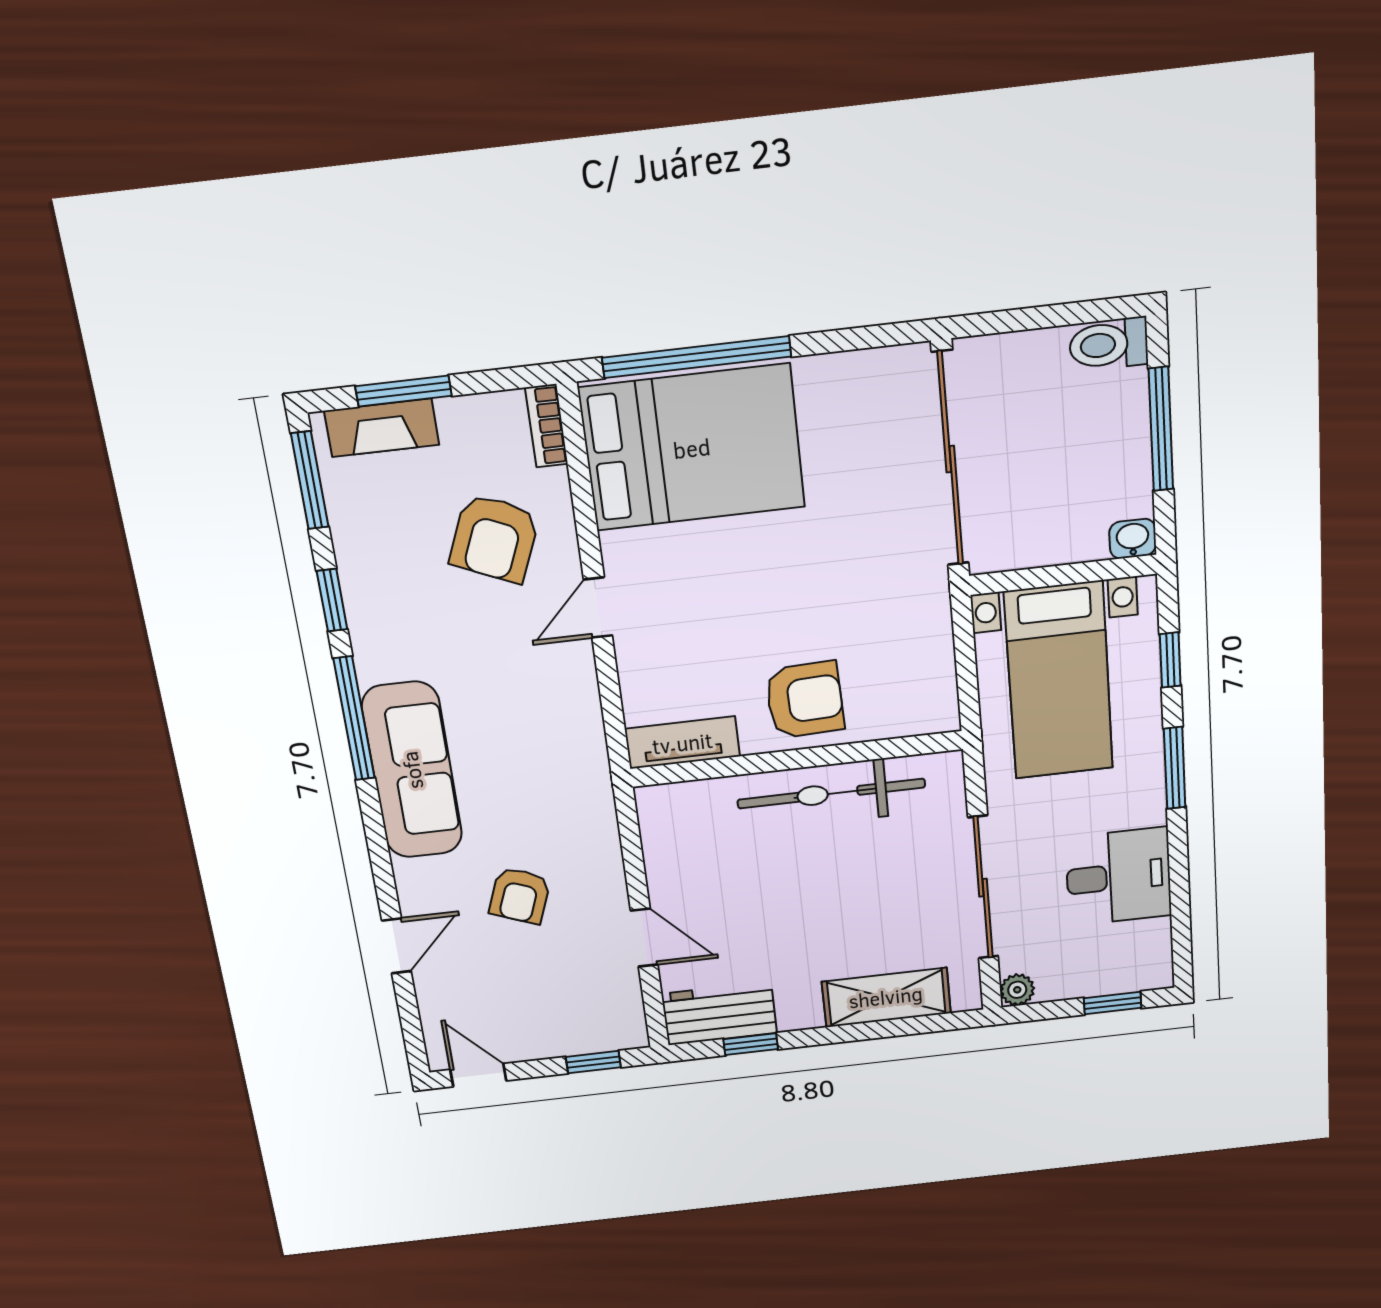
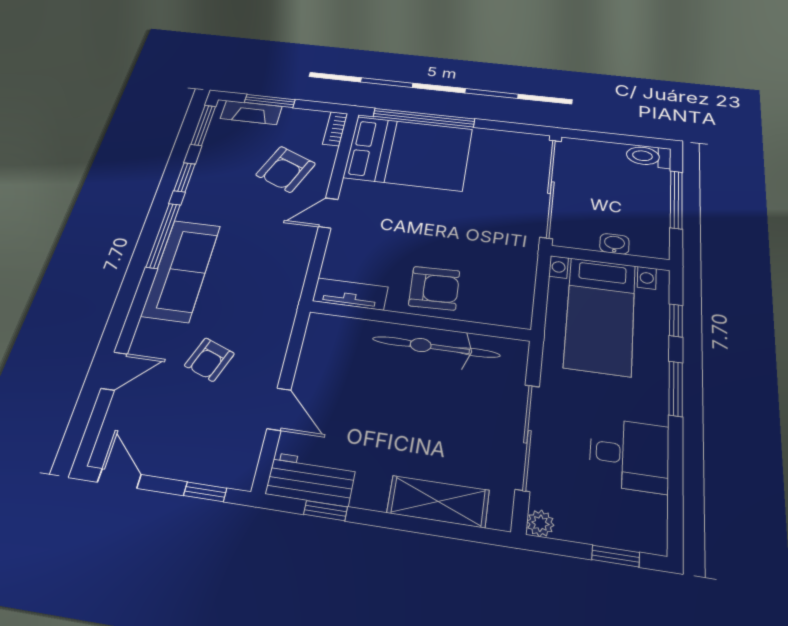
washbasin: (1133, 539) -> (614, 244), moved

